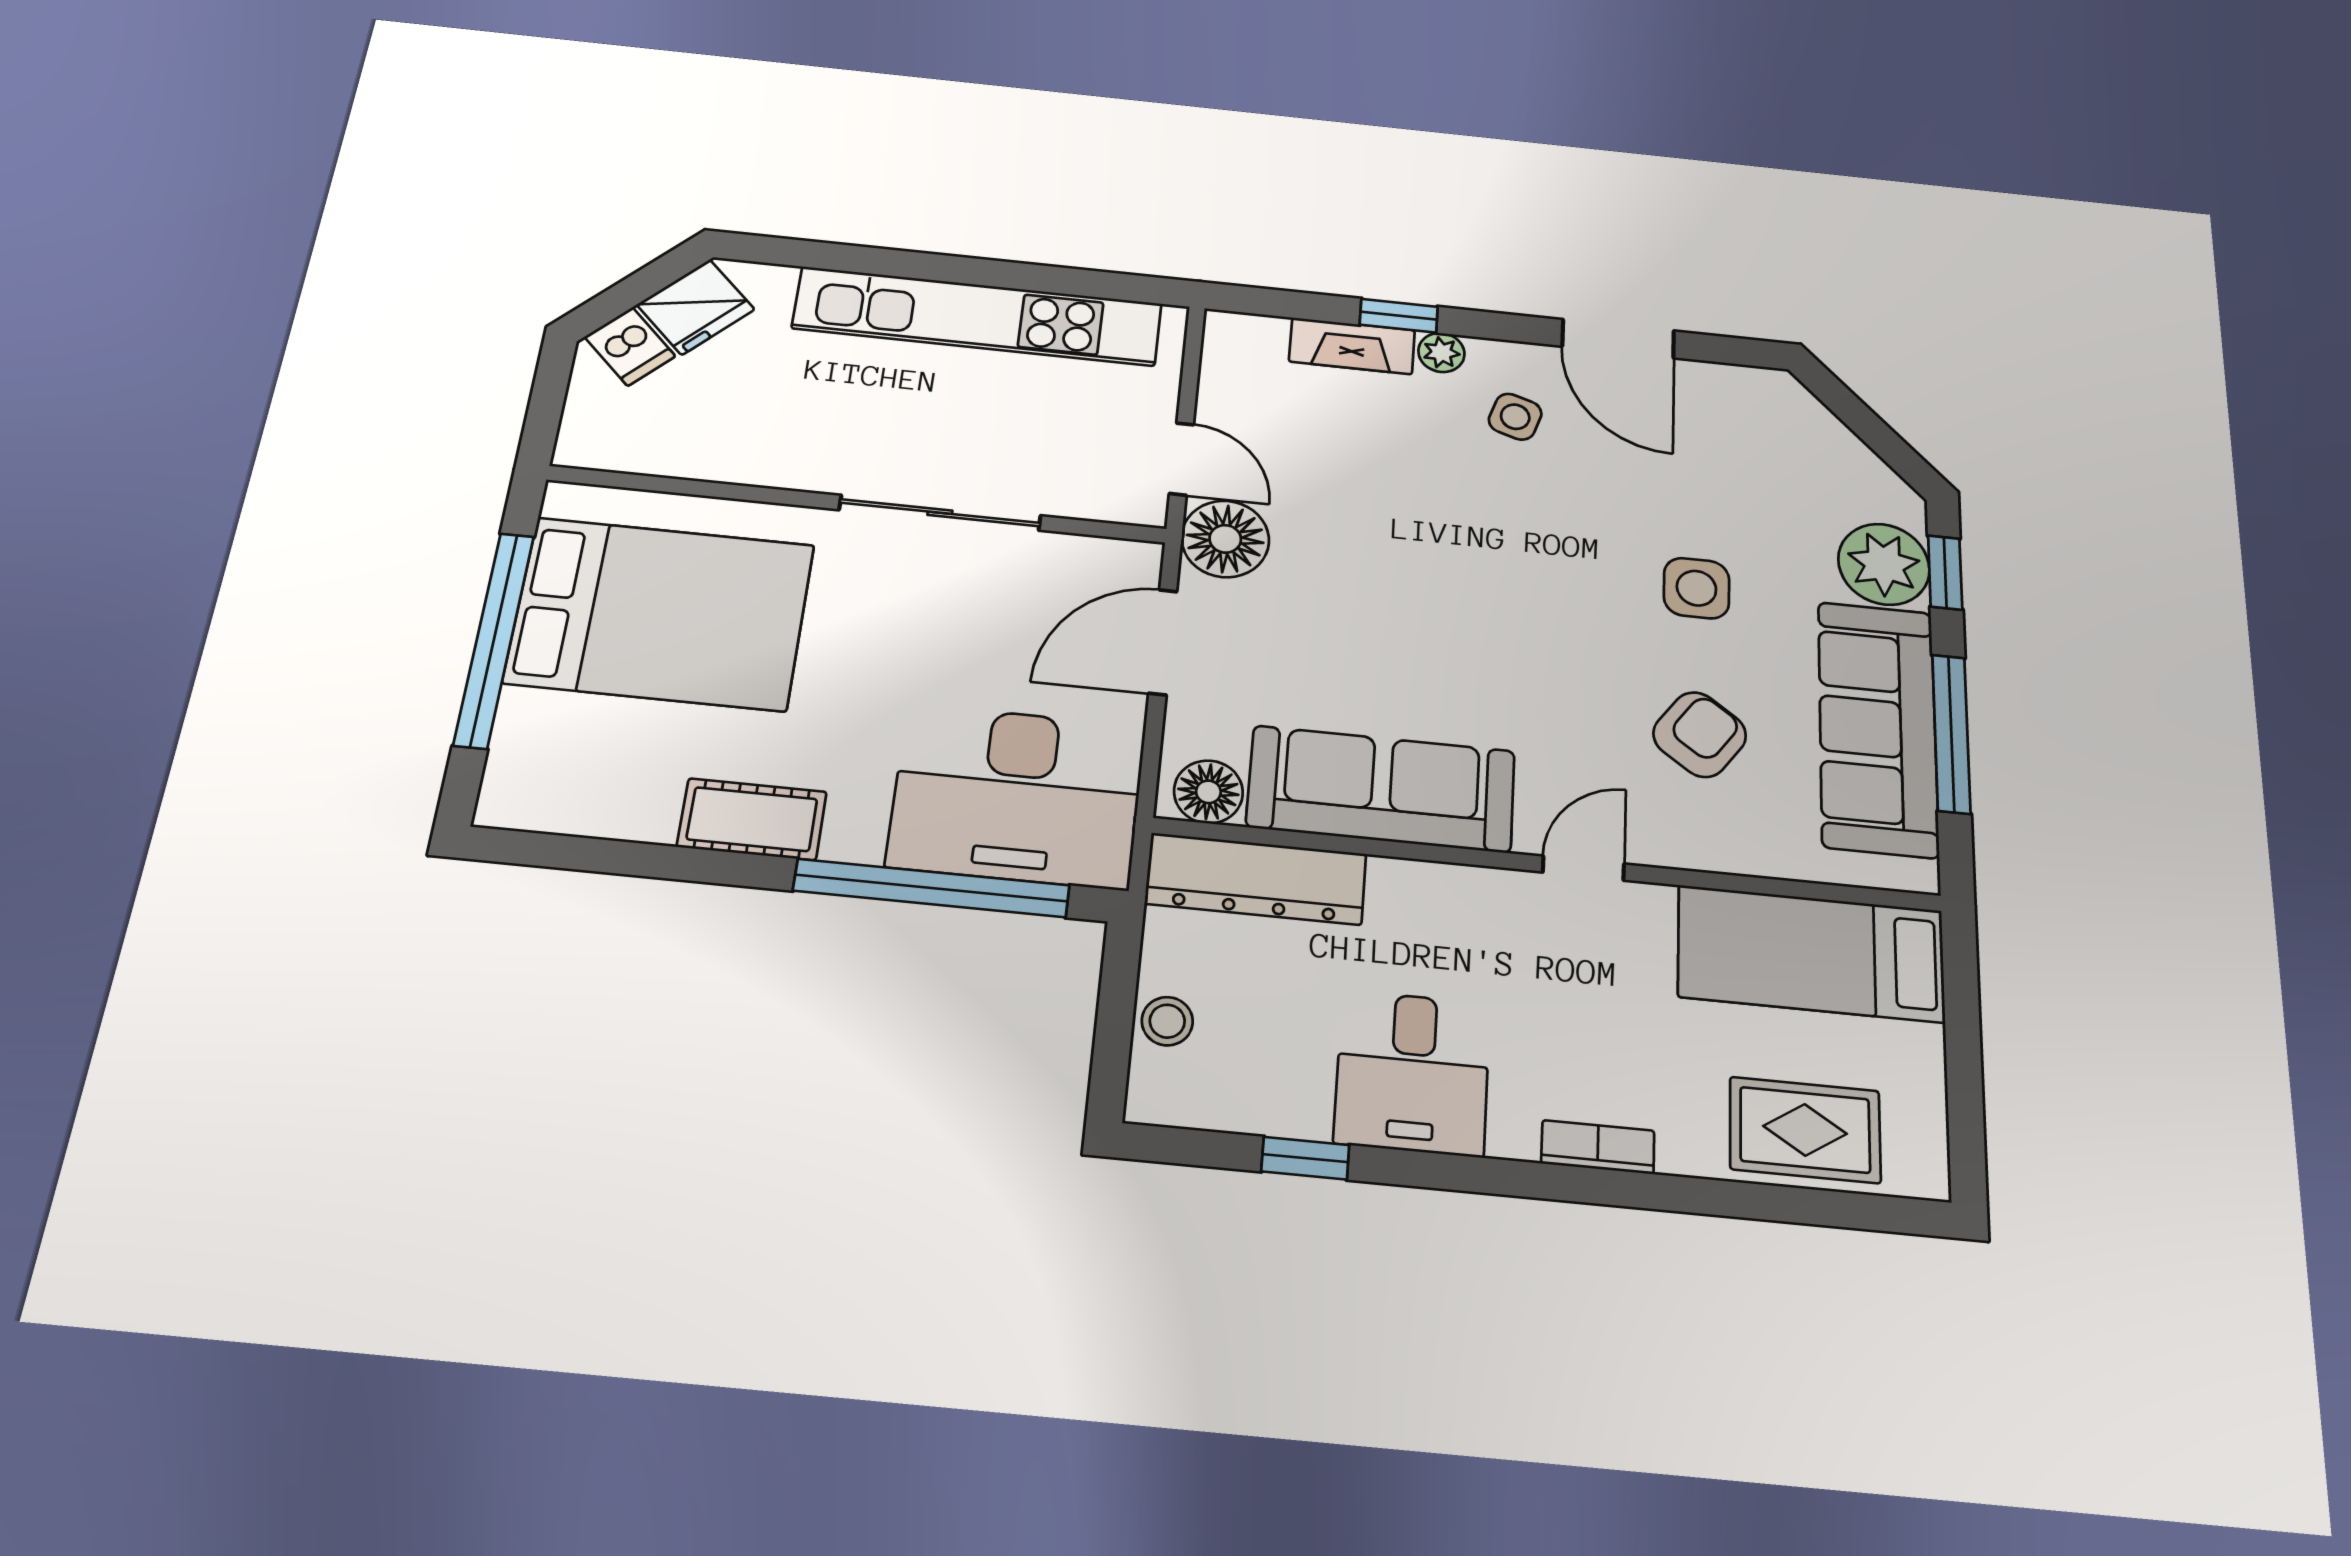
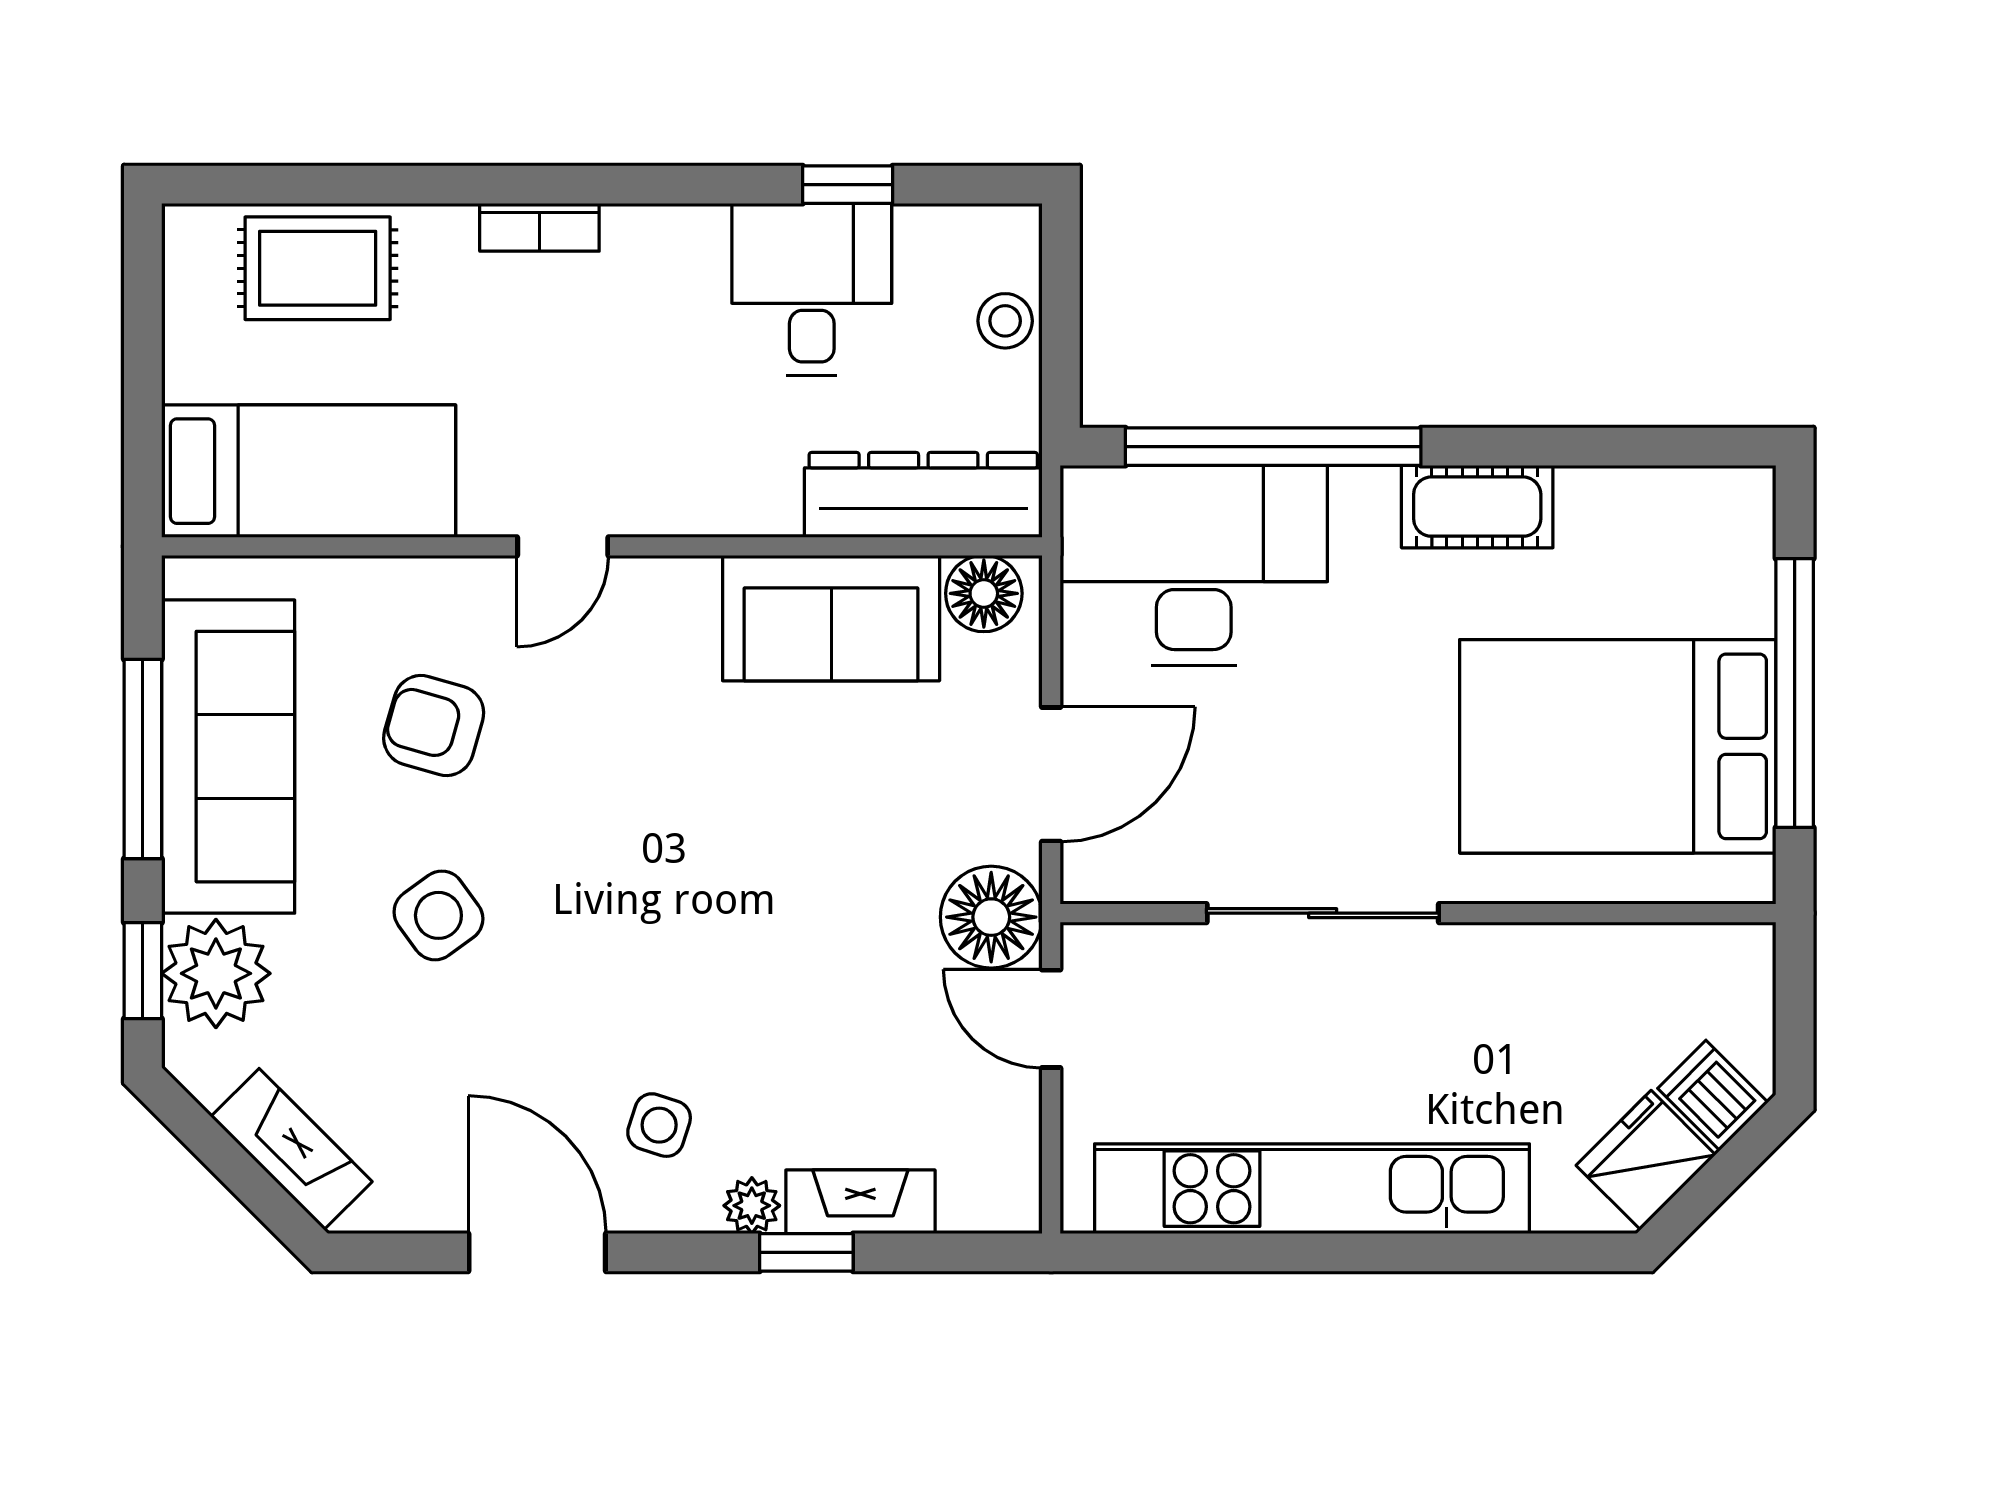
fireplace: (1818, 431) -> (292, 1149), added
side table: (1696, 588) -> (438, 915), turned -36
armchair: (1700, 735) -> (434, 725), turned 70
sofa: (1381, 789) -> (831, 618), width x0.73
desk: (1413, 1073) -> (812, 290), moved

